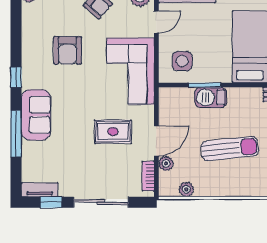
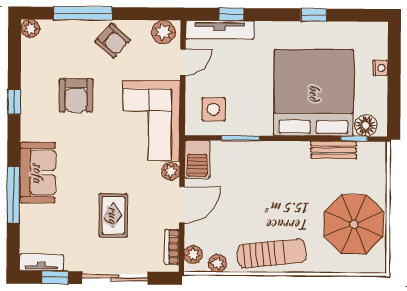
window: (16, 77) -> (14, 102), moved
barbecue: (211, 97) -> (197, 159), moved, turned -90
plant: (147, 113) -> (171, 171), added
rug: (113, 132) -> (113, 215), moved, turned 90
sun lounger: (230, 149) -> (272, 254), moved
plant: (166, 163) -> (193, 254), moved

